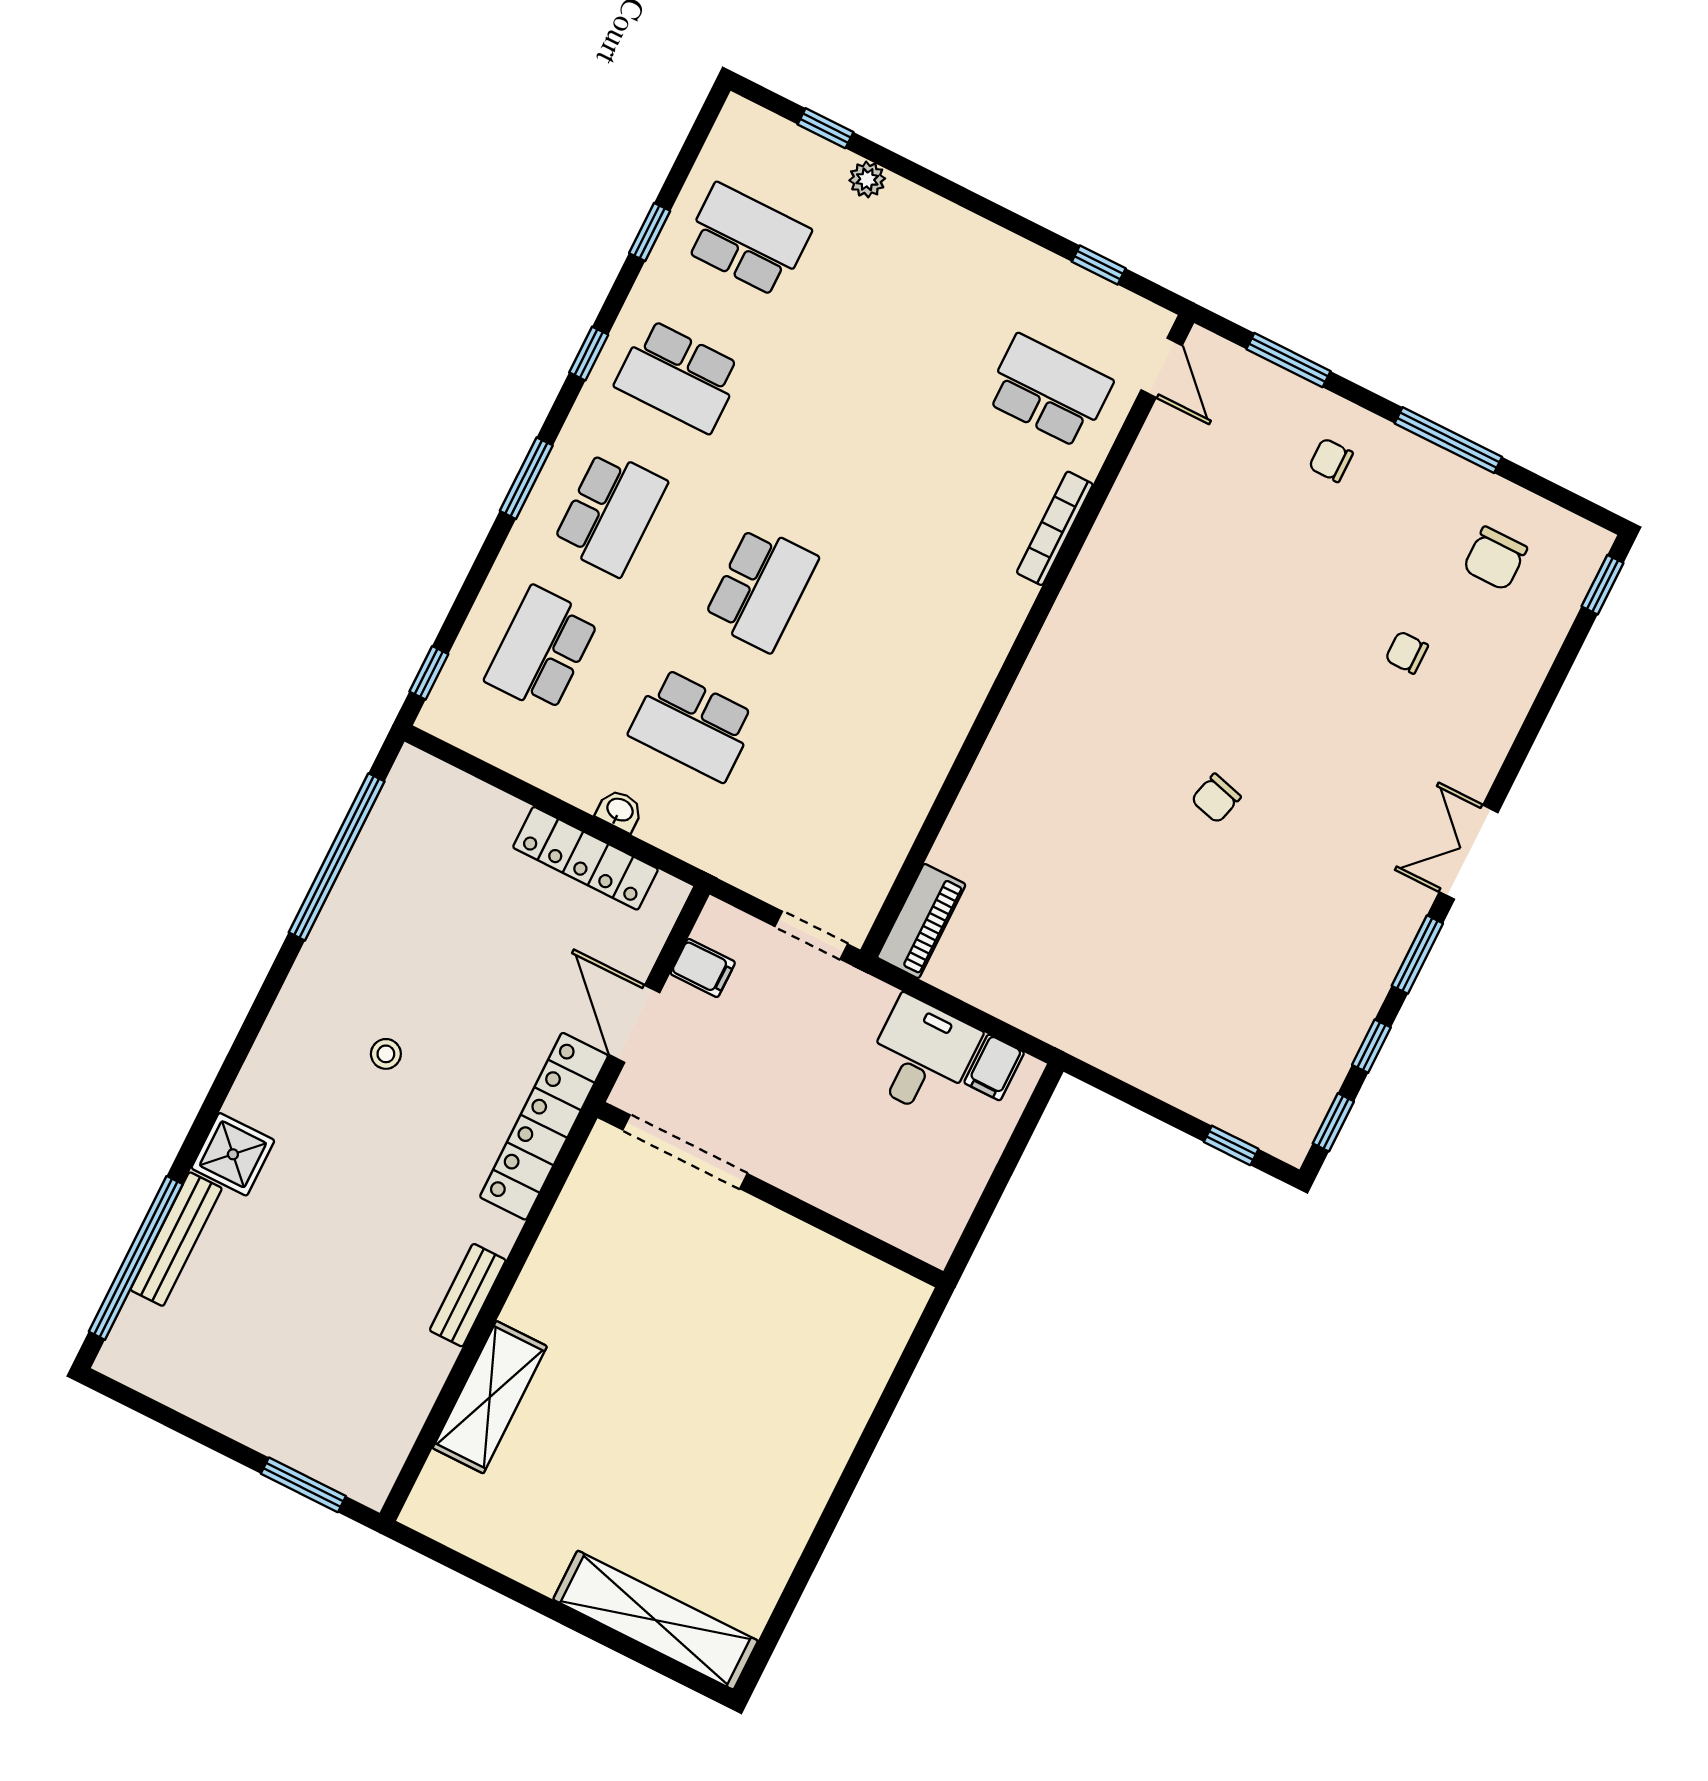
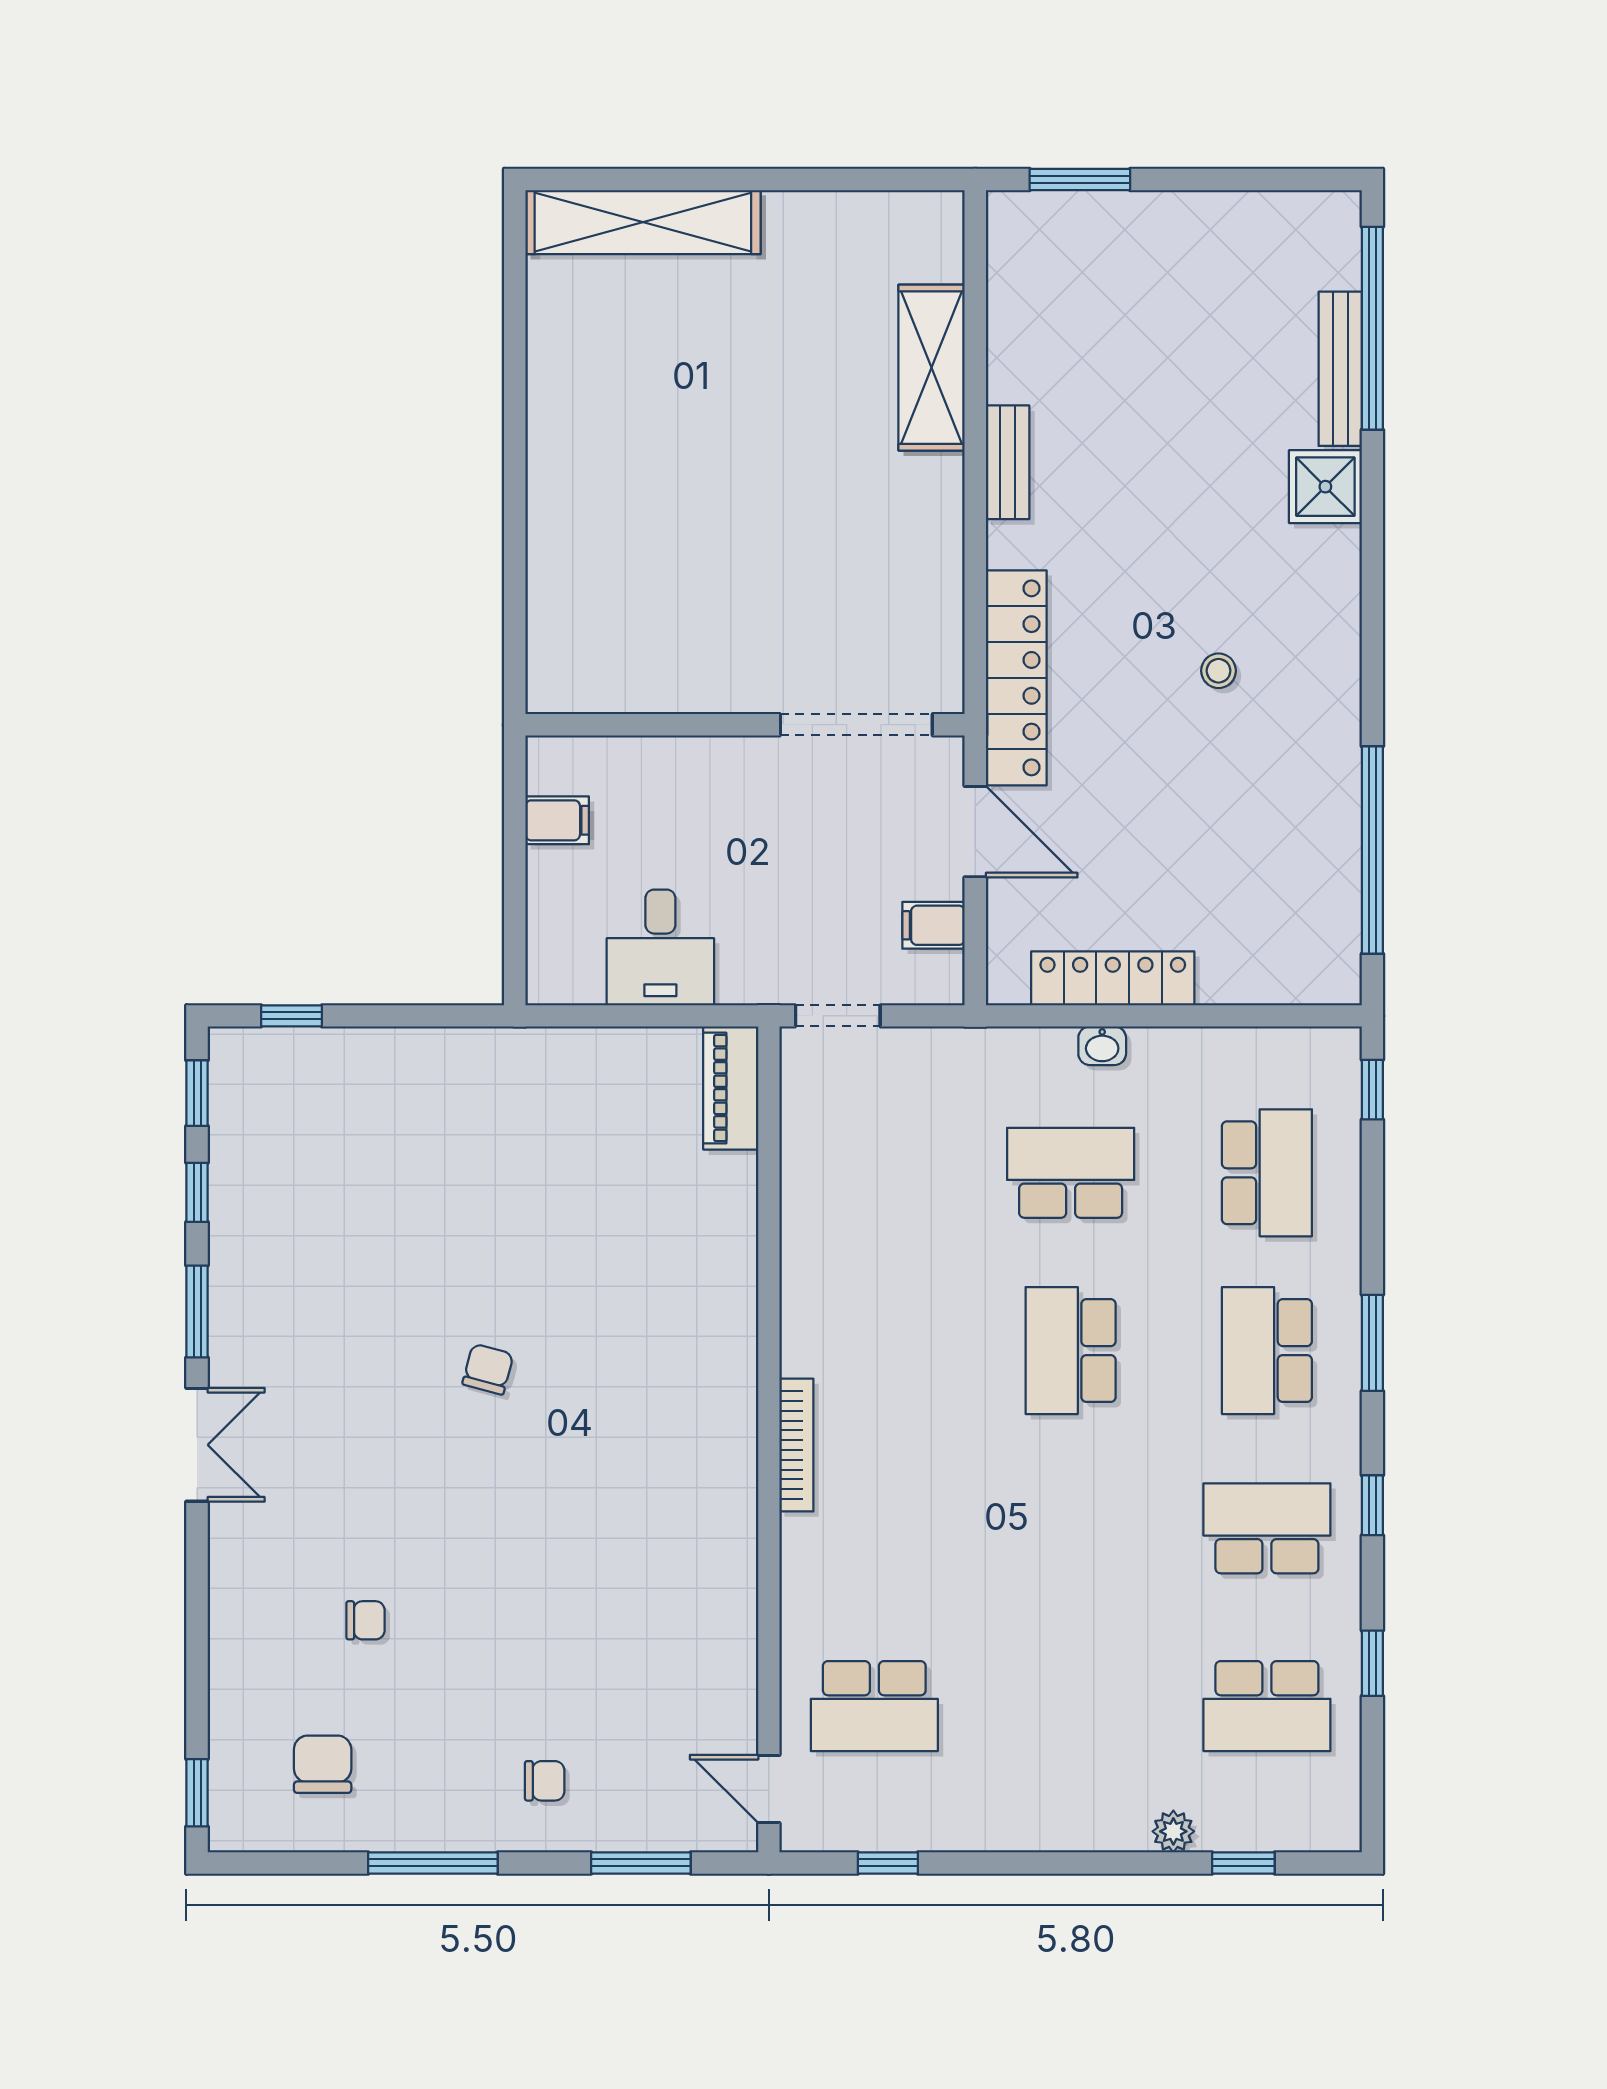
bookcase: (1055, 528) -> (796, 1445), moved
filing cabinet: (994, 1068) -> (557, 820), moved, turned 90

